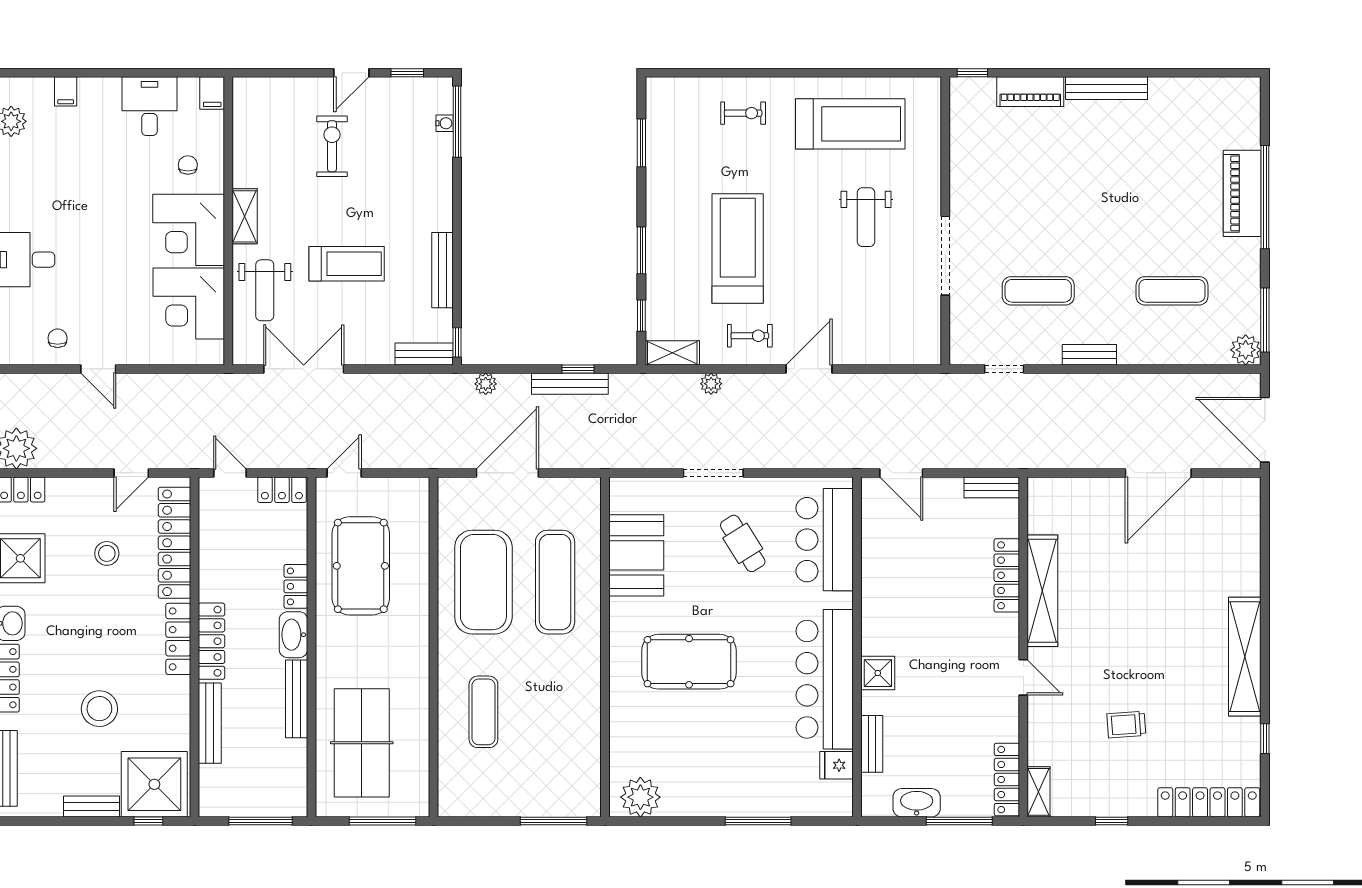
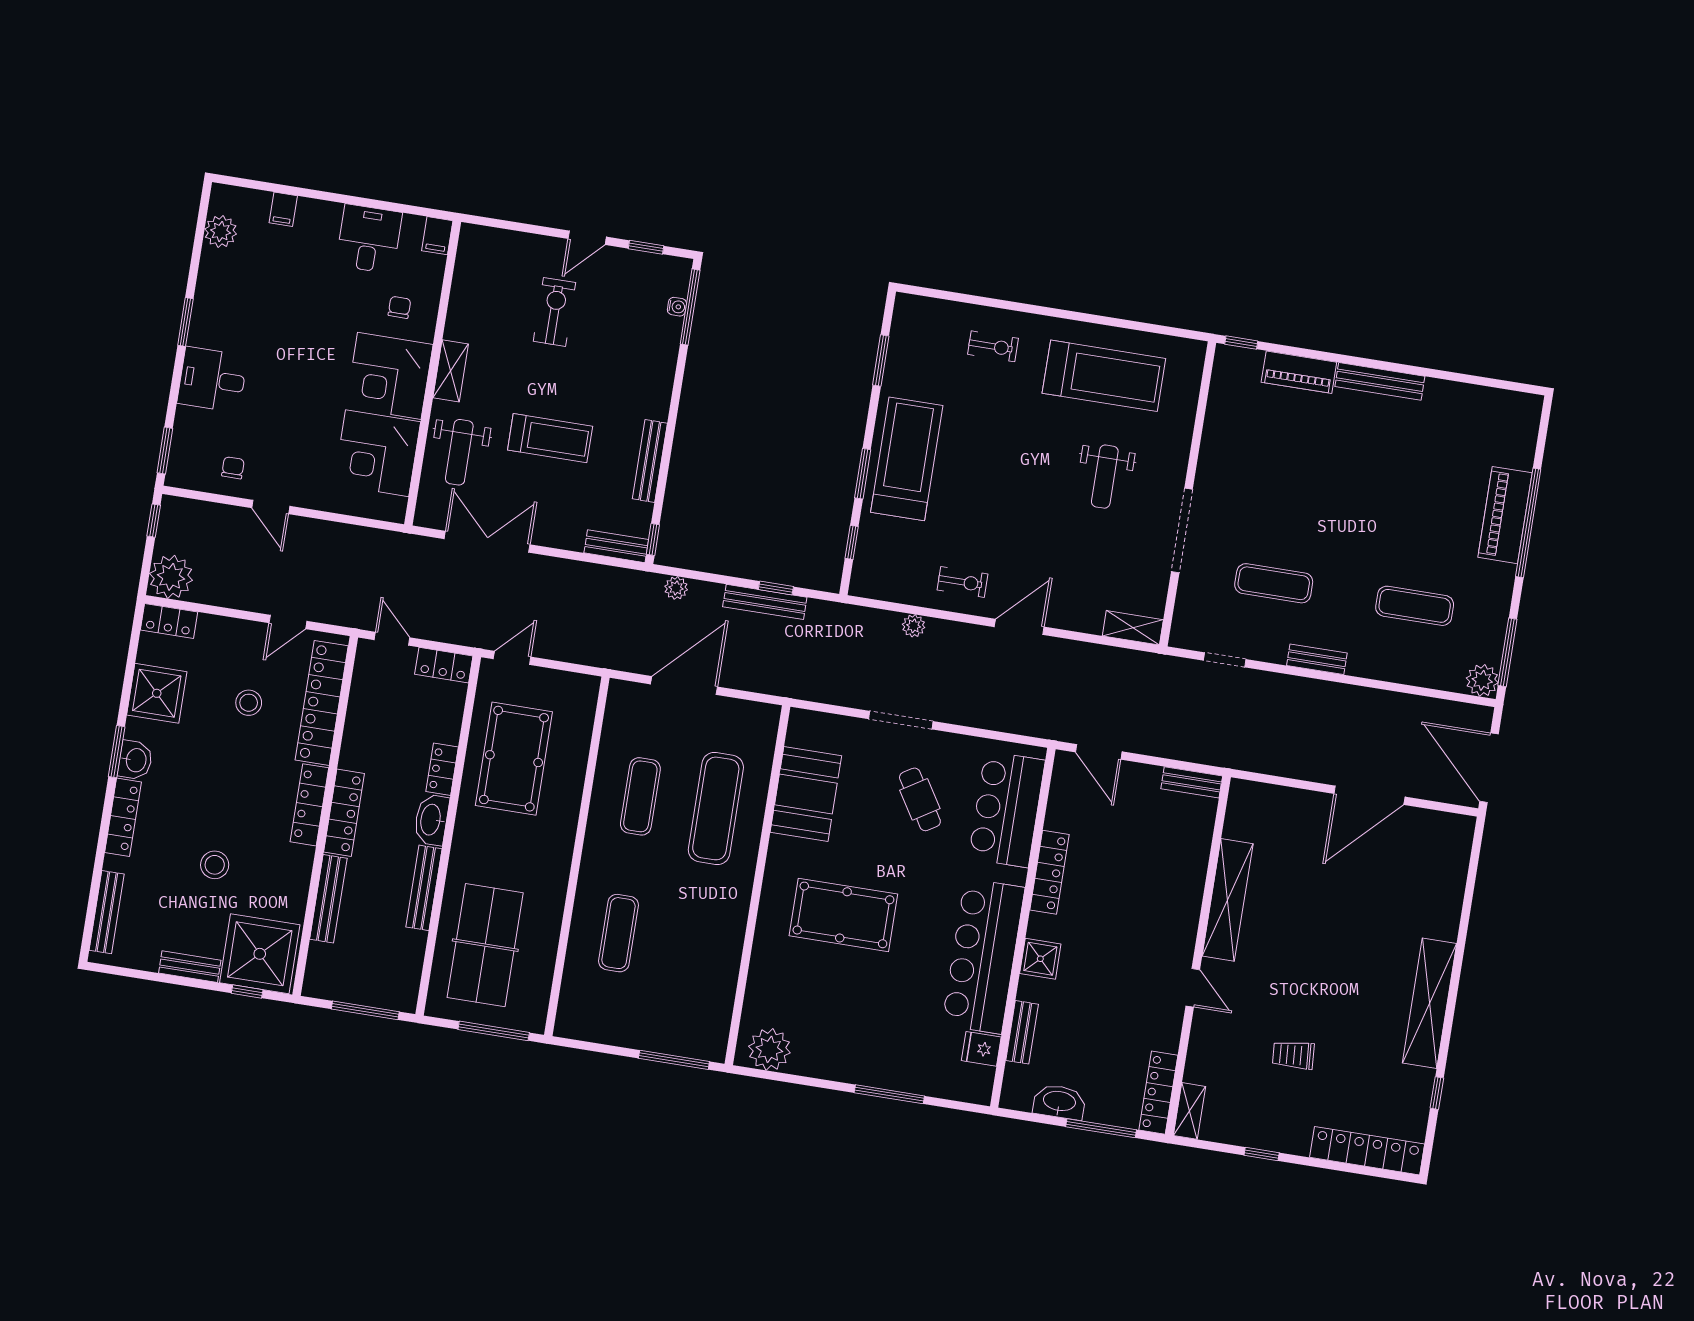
treadmill: (738, 249) -> (907, 459), moved
shelving: (672, 353) -> (1133, 628), moved
locker: (1007, 575) -> (1049, 872), moved, turned 180
exercise mat: (483, 582) -> (640, 796), width x0.50, depth x0.69
stool: (99, 709) -> (215, 865), width x0.73, depth x0.73

